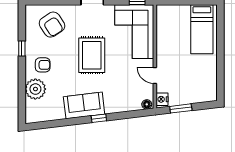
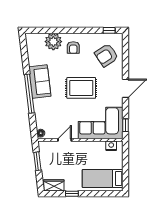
window: (22, 48) -> (109, 30), moved
window: (220, 67) -> (72, 194), added
wardrobe: (210, 88) -> (54, 185), added
nightstand: (162, 99) -> (111, 146), moved
window: (99, 118) -> (29, 94), width x3.17

